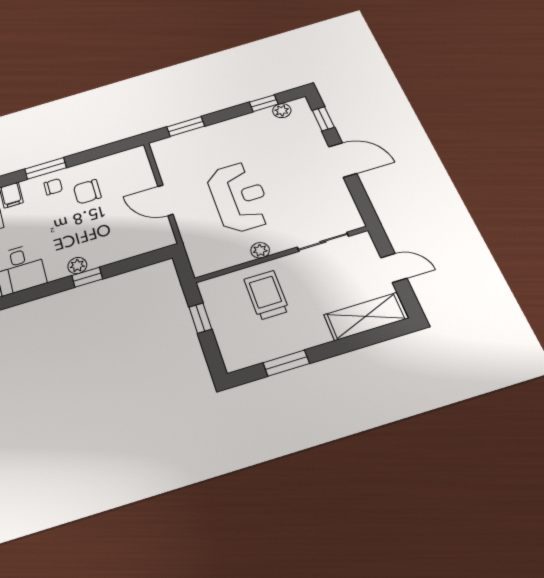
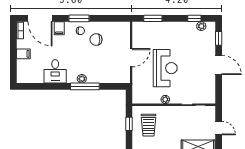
door: (165, 200) -> (131, 58), swing flipped
window: (87, 277) -> (85, 86), width x2.17
trolley: (266, 295) -> (148, 125), moved, turned 180

